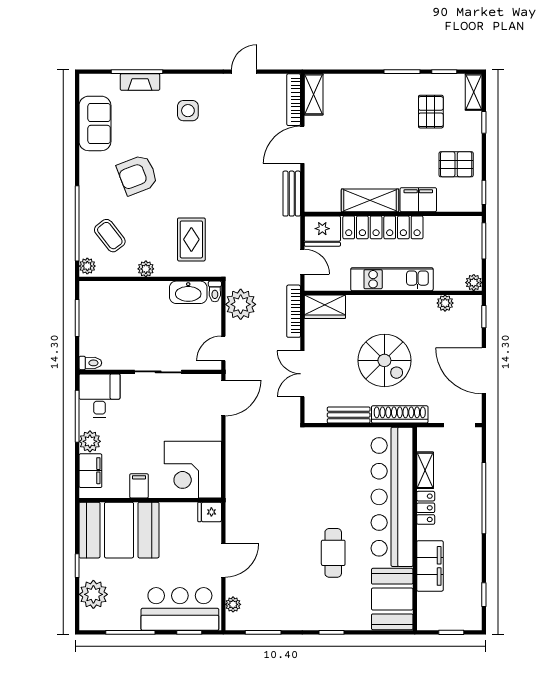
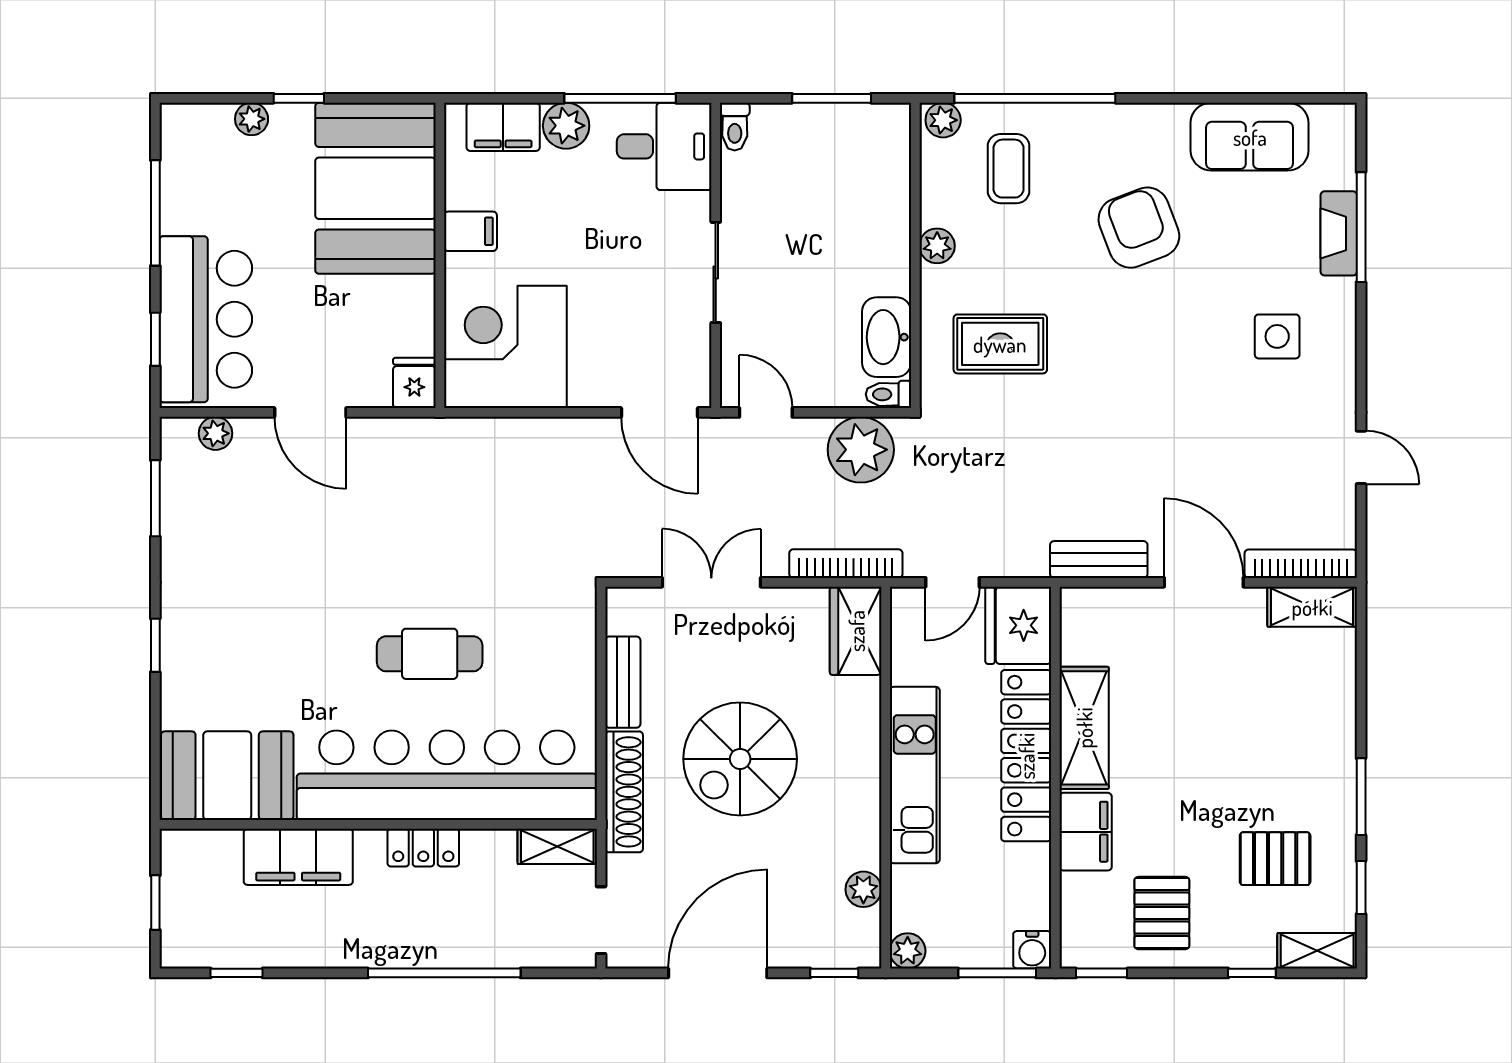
water cooler: (473, 225) -> (1032, 950), added
coffee table: (110, 236) -> (1009, 169), turned -52
shelving: (425, 470) -> (557, 846), moved
cafe table: (333, 553) -> (430, 654), moved
plant: (93, 594) -> (252, 119), width x0.53, depth x0.53

